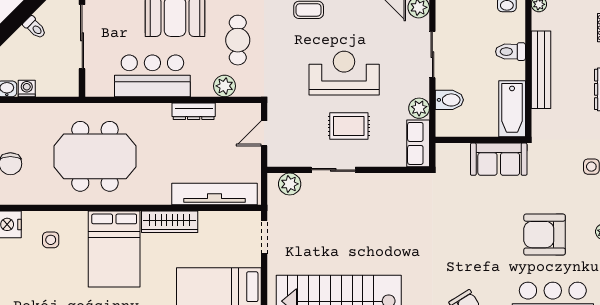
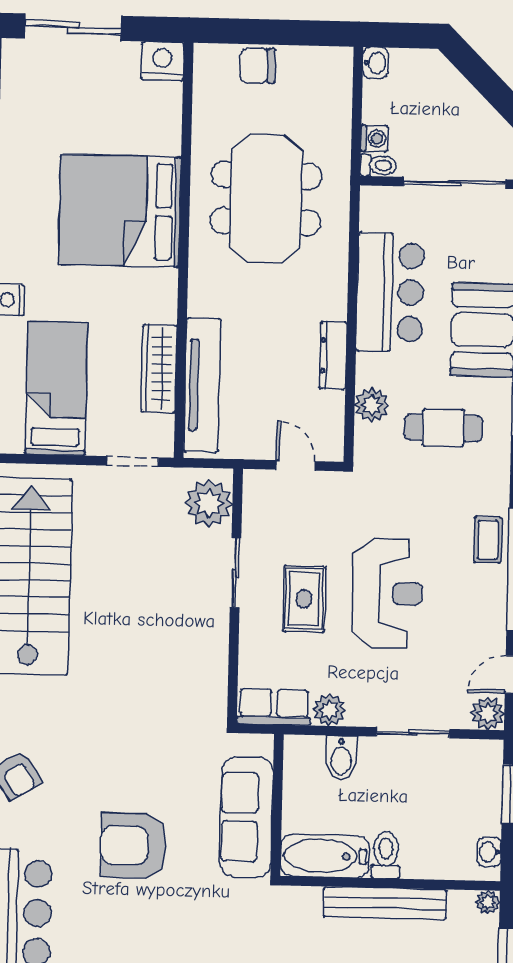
toilet: (35, 28) -> (378, 165), moved, turned -135
toilet: (511, 52) -> (386, 855), moved
washing machine: (27, 88) -> (374, 139), moved
sofa: (499, 159) -> (246, 817), width x1.36
plant: (290, 184) -> (209, 503), width x1.36, depth x1.36
wardrobe: (170, 222) -> (159, 369), moved
armchair: (545, 235) -> (133, 845), moved, turned -90
side table: (51, 240) -> (137, 126), removed
bed: (114, 249) -> (120, 211), width x1.36

